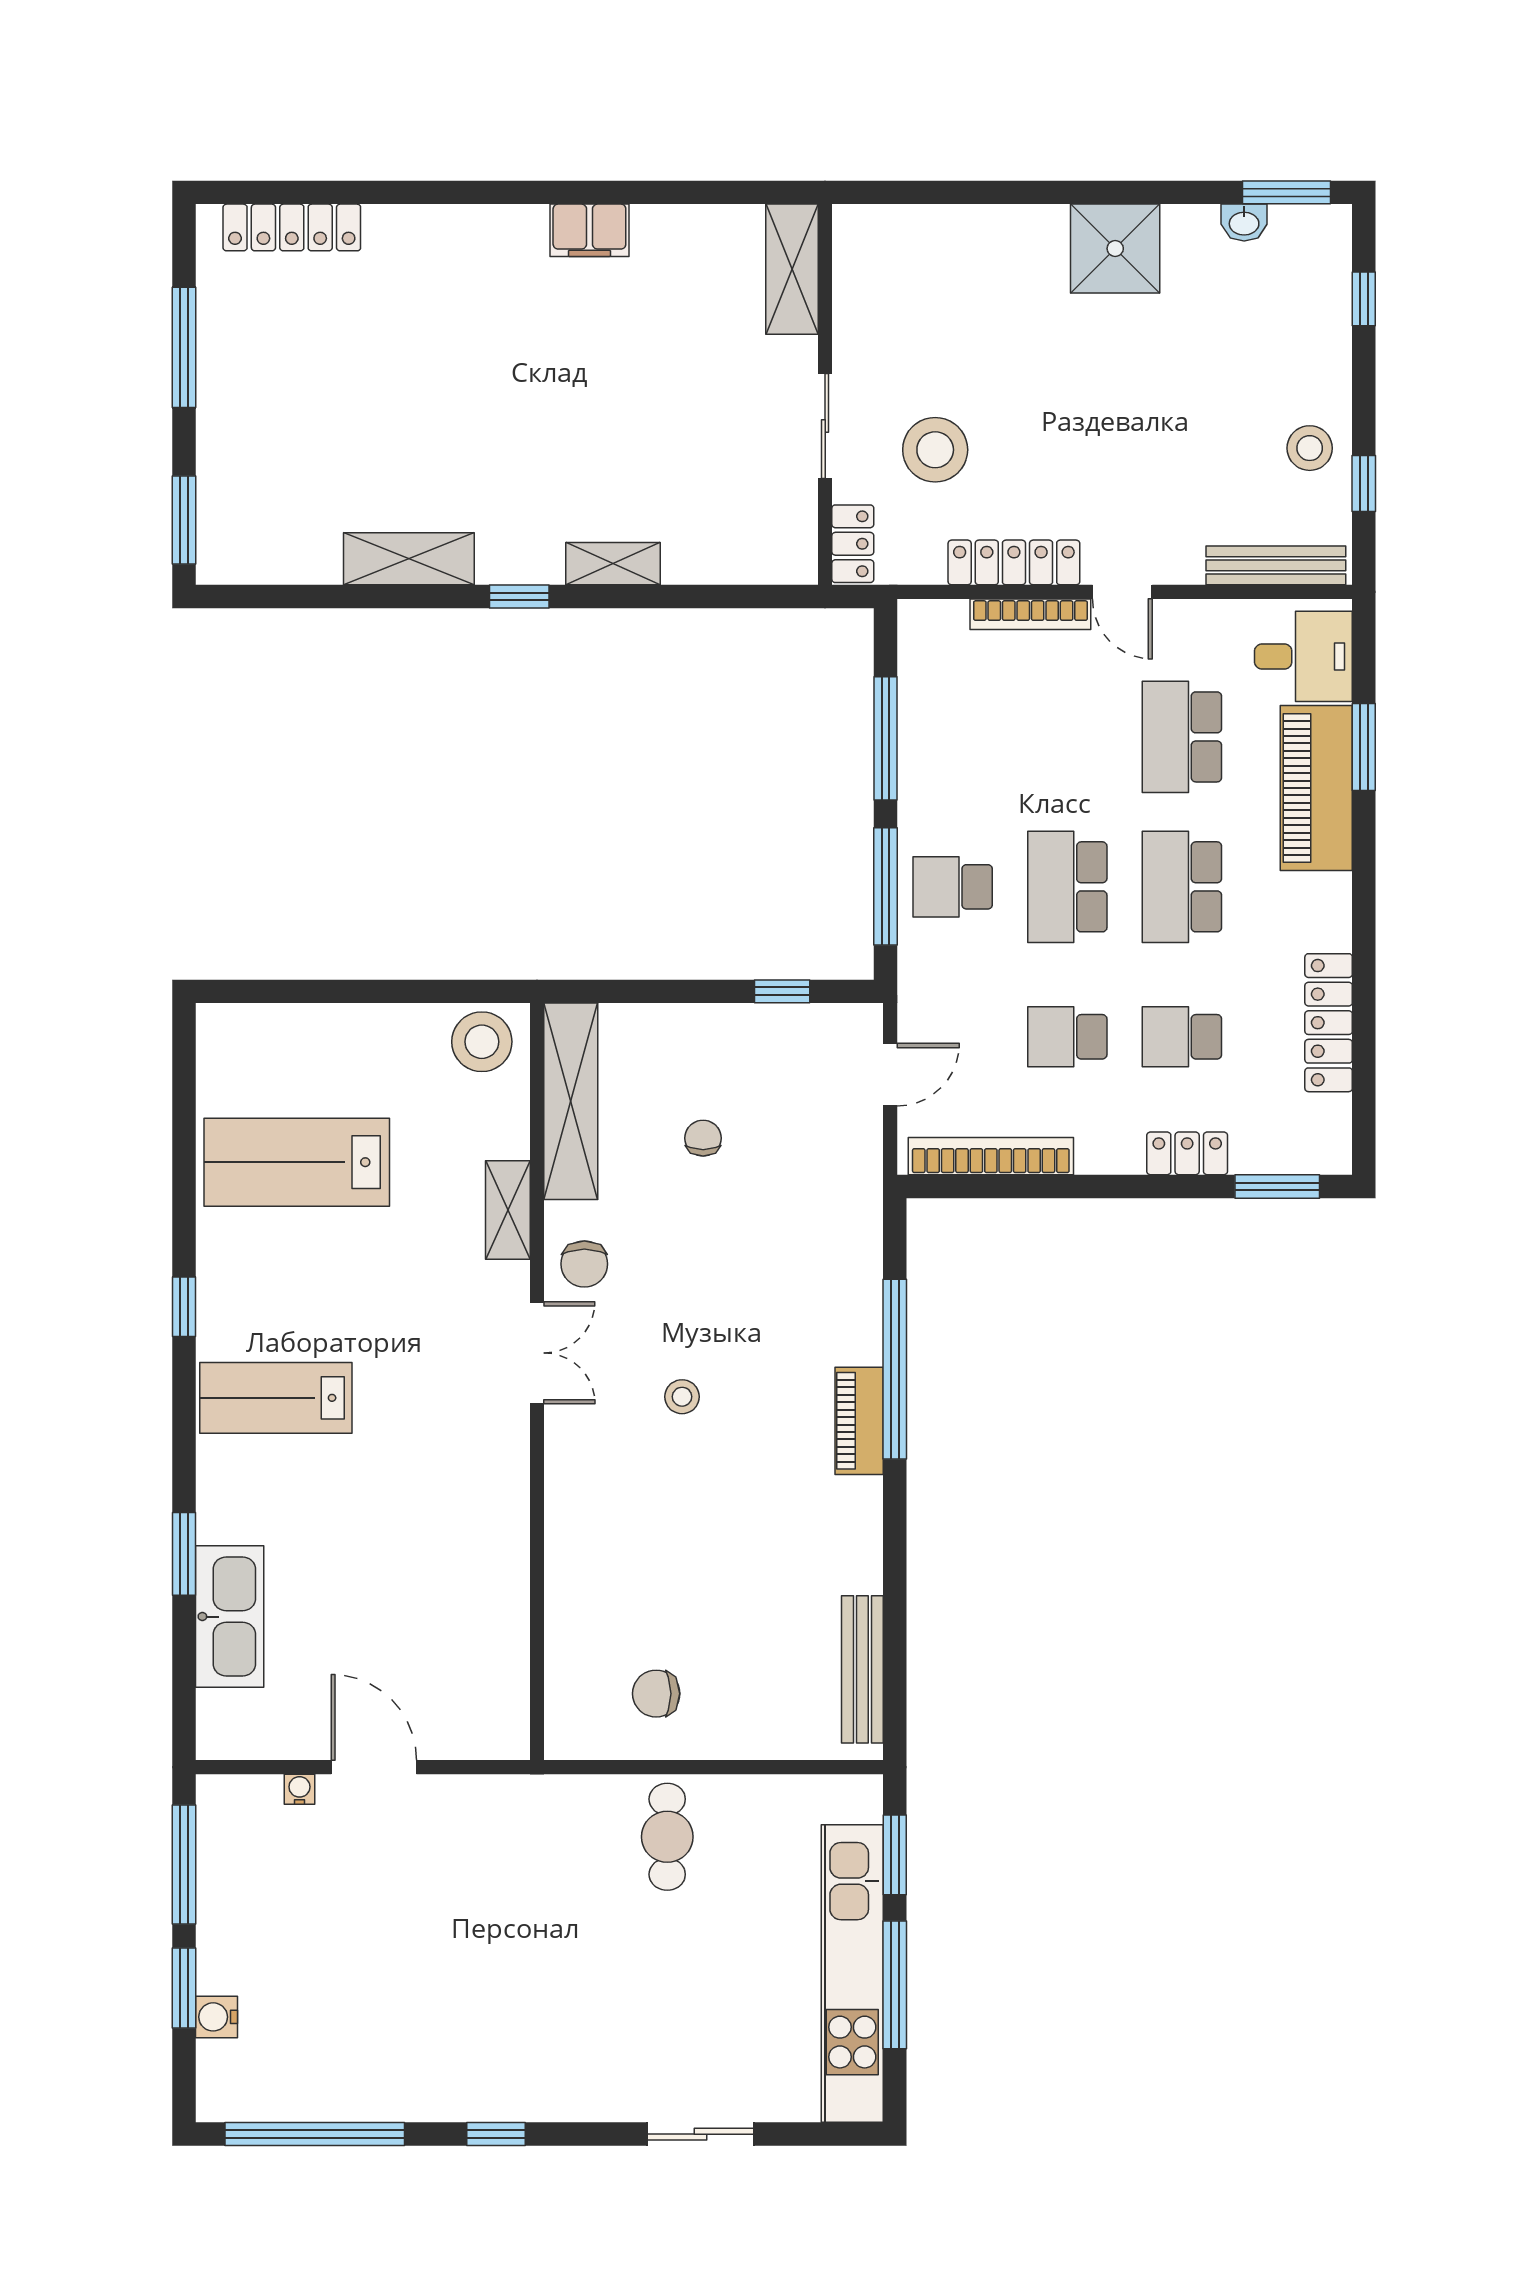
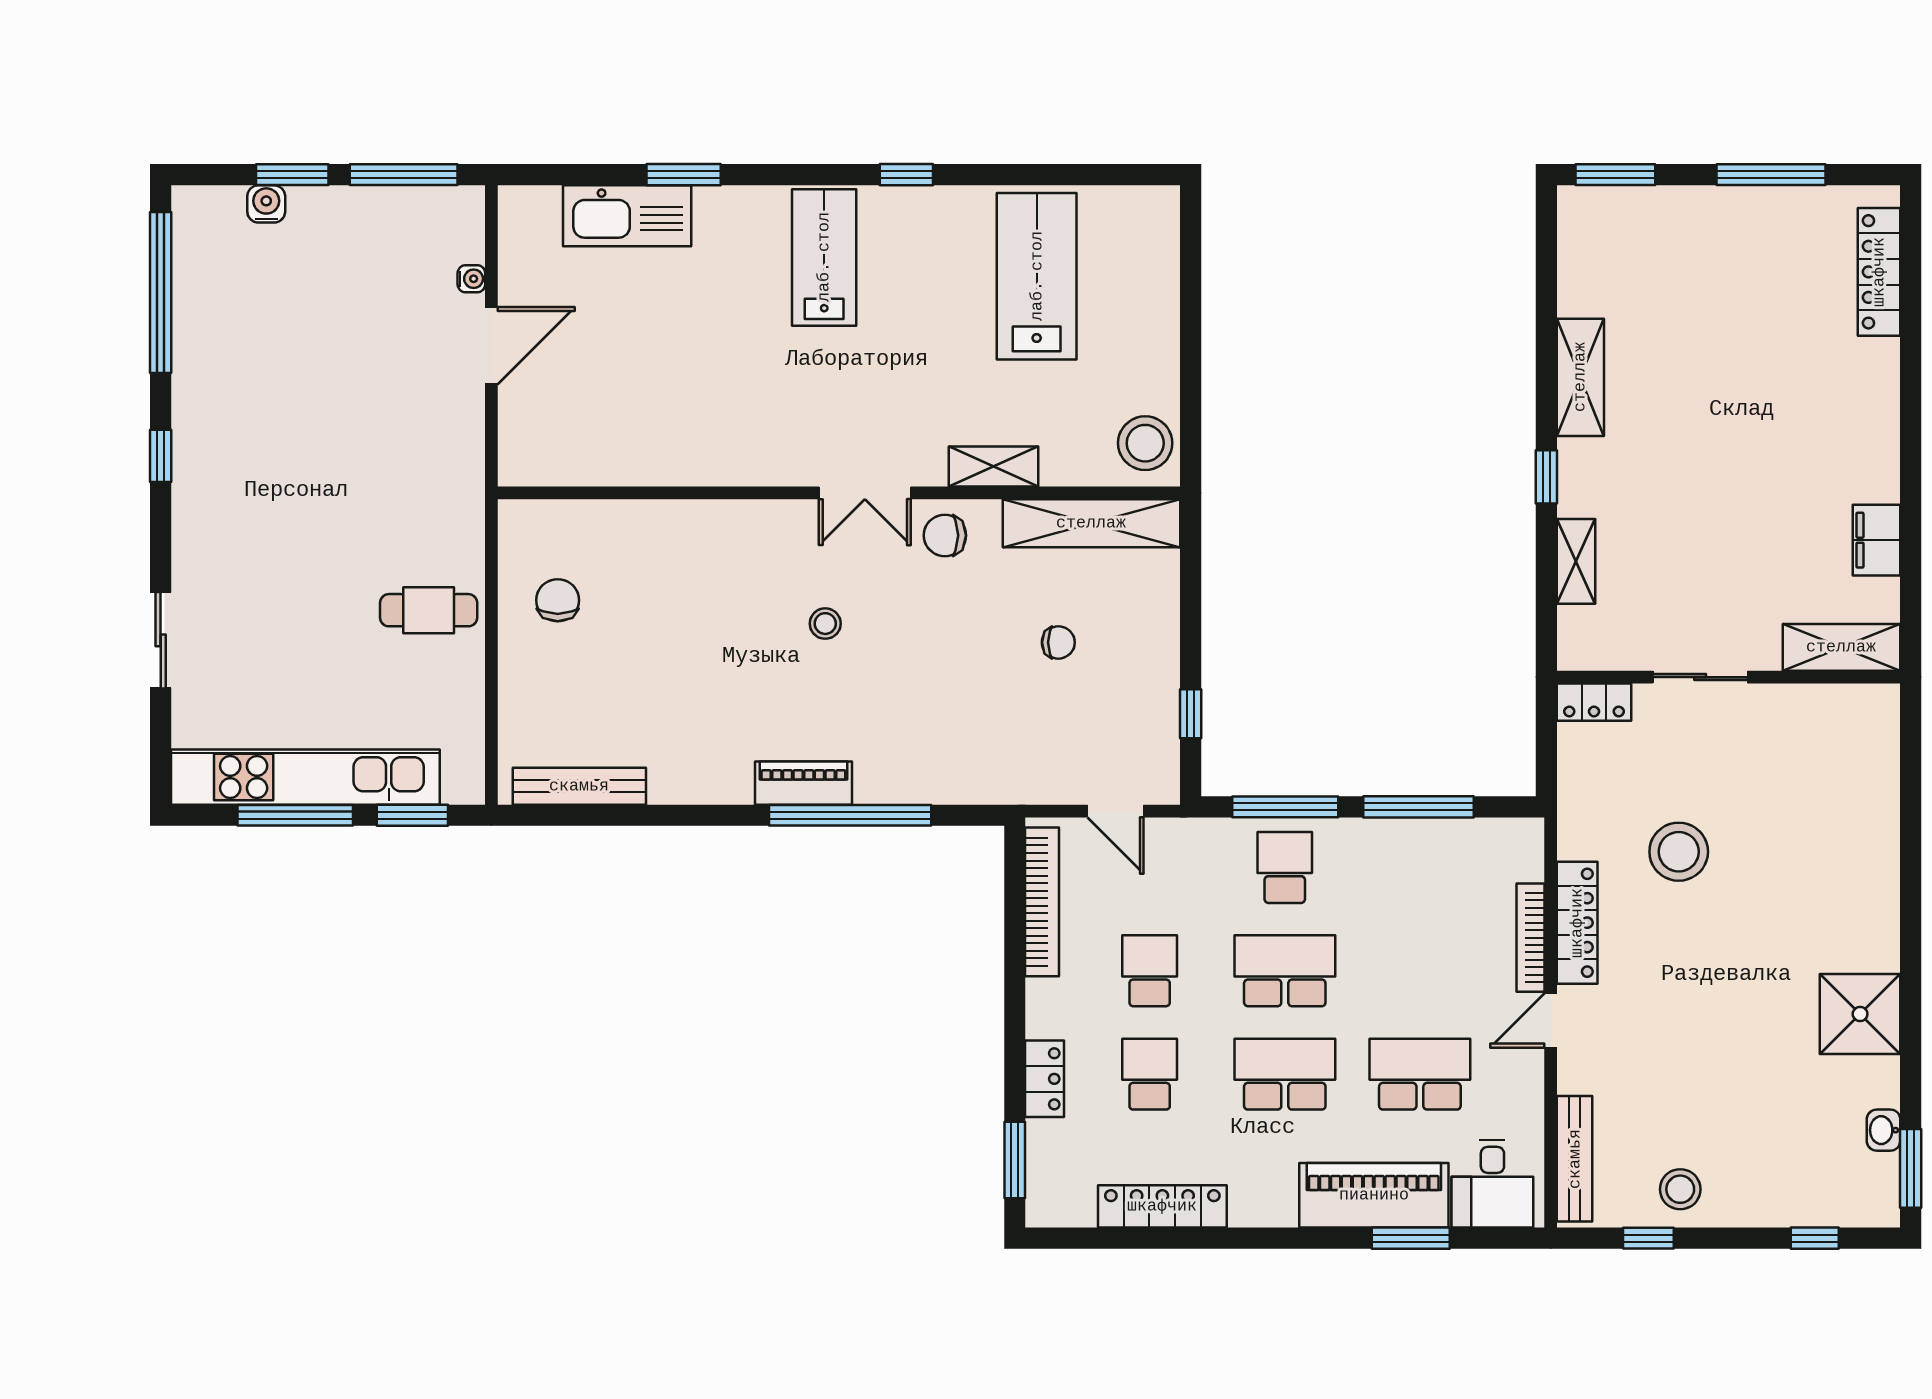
shelving: (792, 269) -> (1841, 647), moved
wall: (825, 394) -> (1729, 677), moved
sliding door: (825, 426) -> (1700, 677), moved
locker: (853, 544) -> (1594, 702), moved

